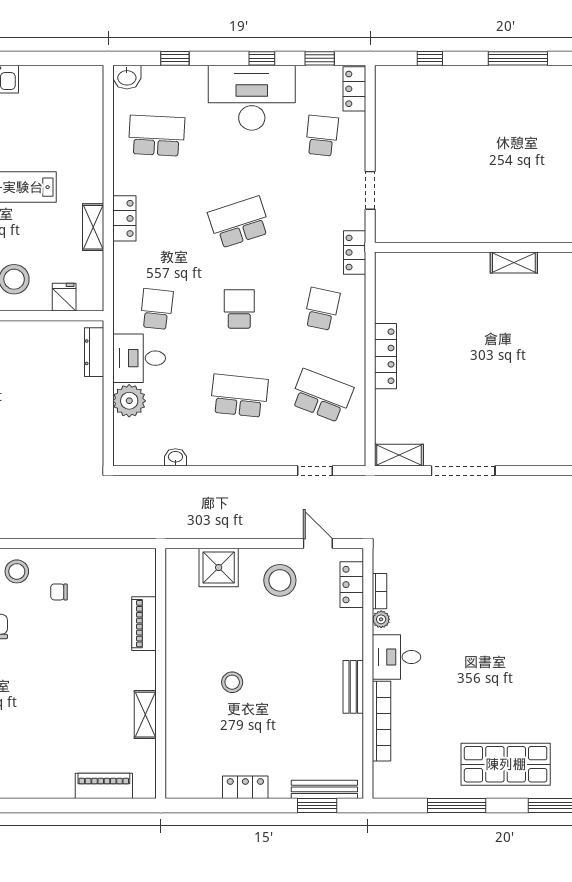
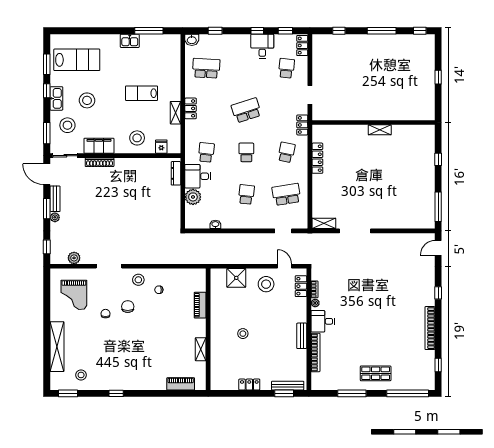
window: (39, 58) -> (149, 31), added
desk: (252, 98) -> (262, 46), width x0.53, depth x0.77
locker: (386, 356) -> (317, 158), moved
school desk: (239, 396) -> (246, 194), width x0.54
school desk: (322, 396) -> (286, 194), turned -30
shop shelf: (506, 764) -> (376, 373), width x0.70, depth x0.74

